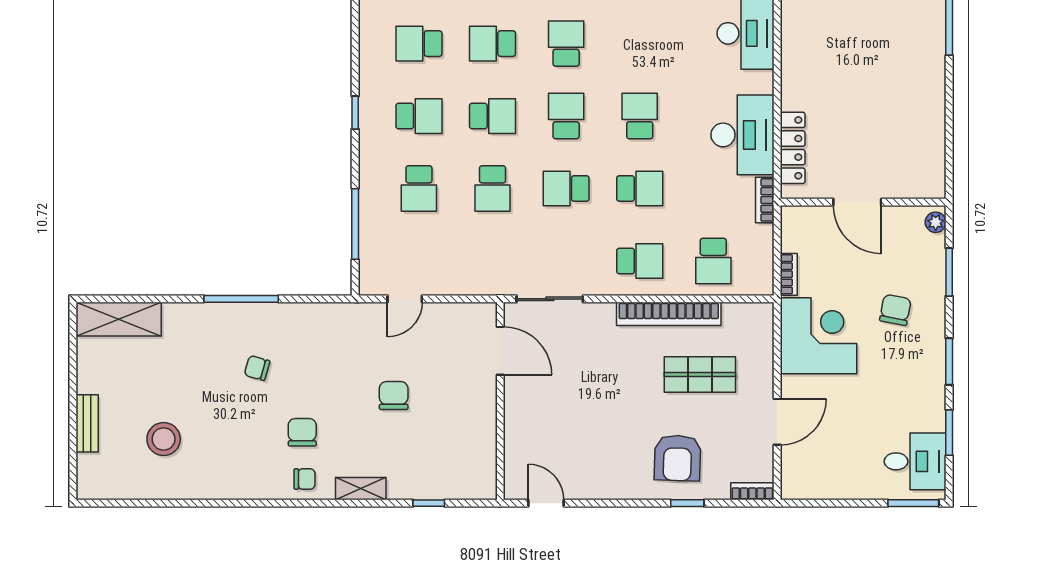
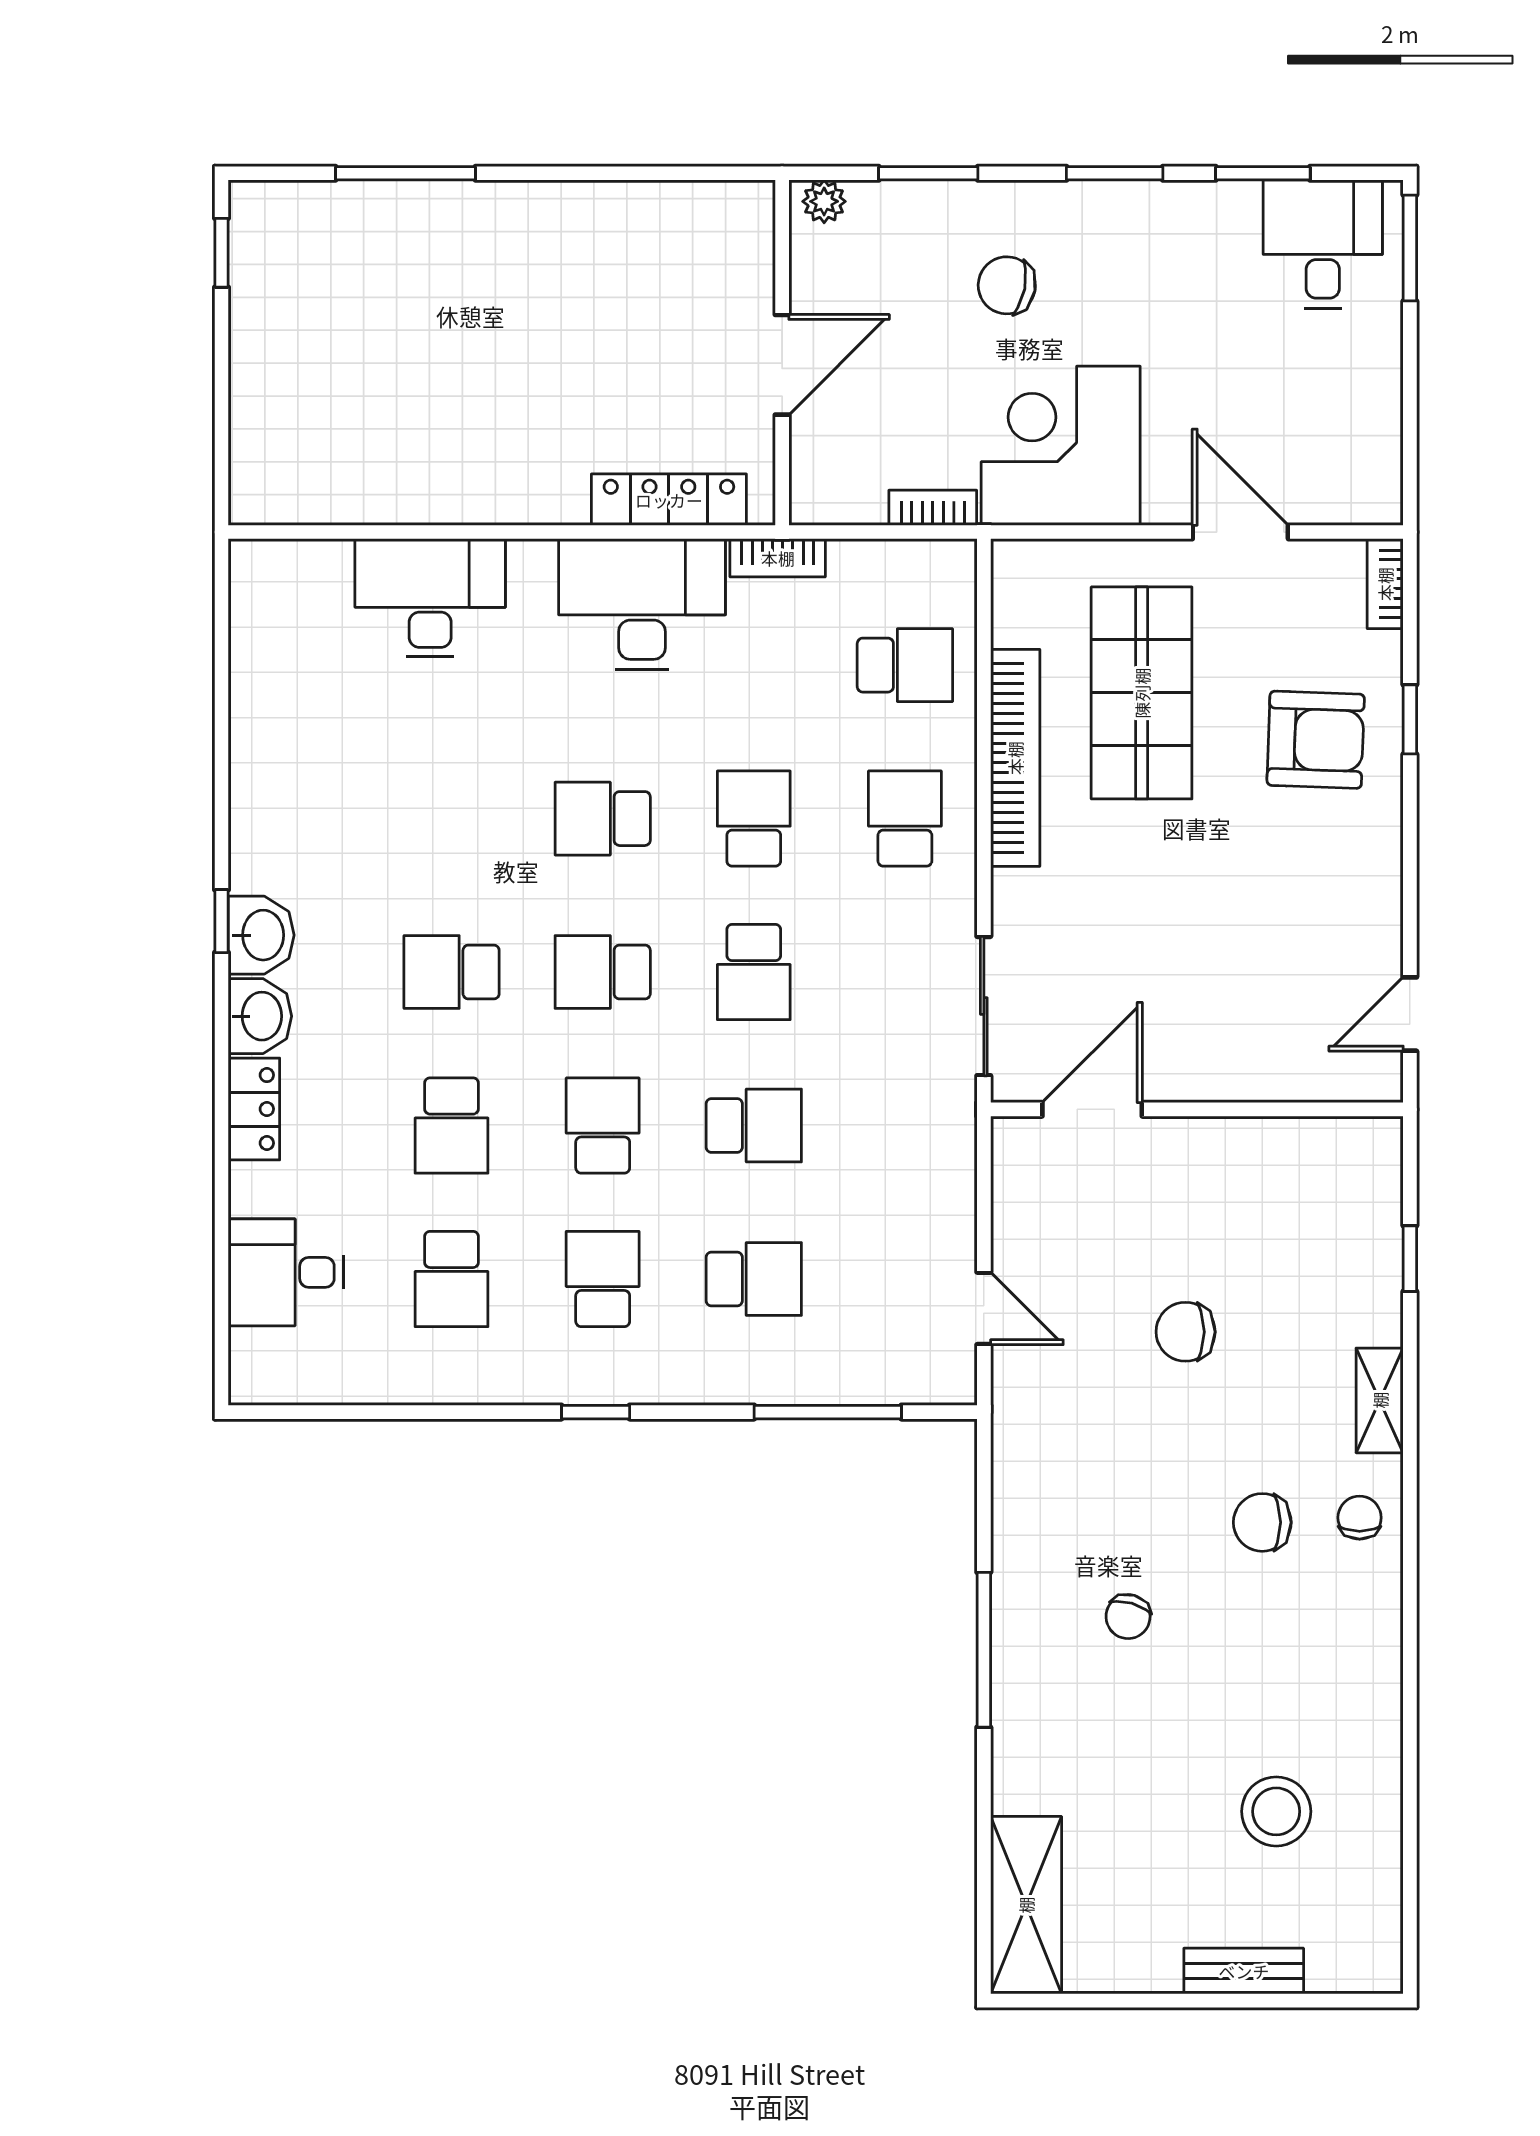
shop shelf: (700, 374) -> (1142, 693), width x1.43, depth x1.36

